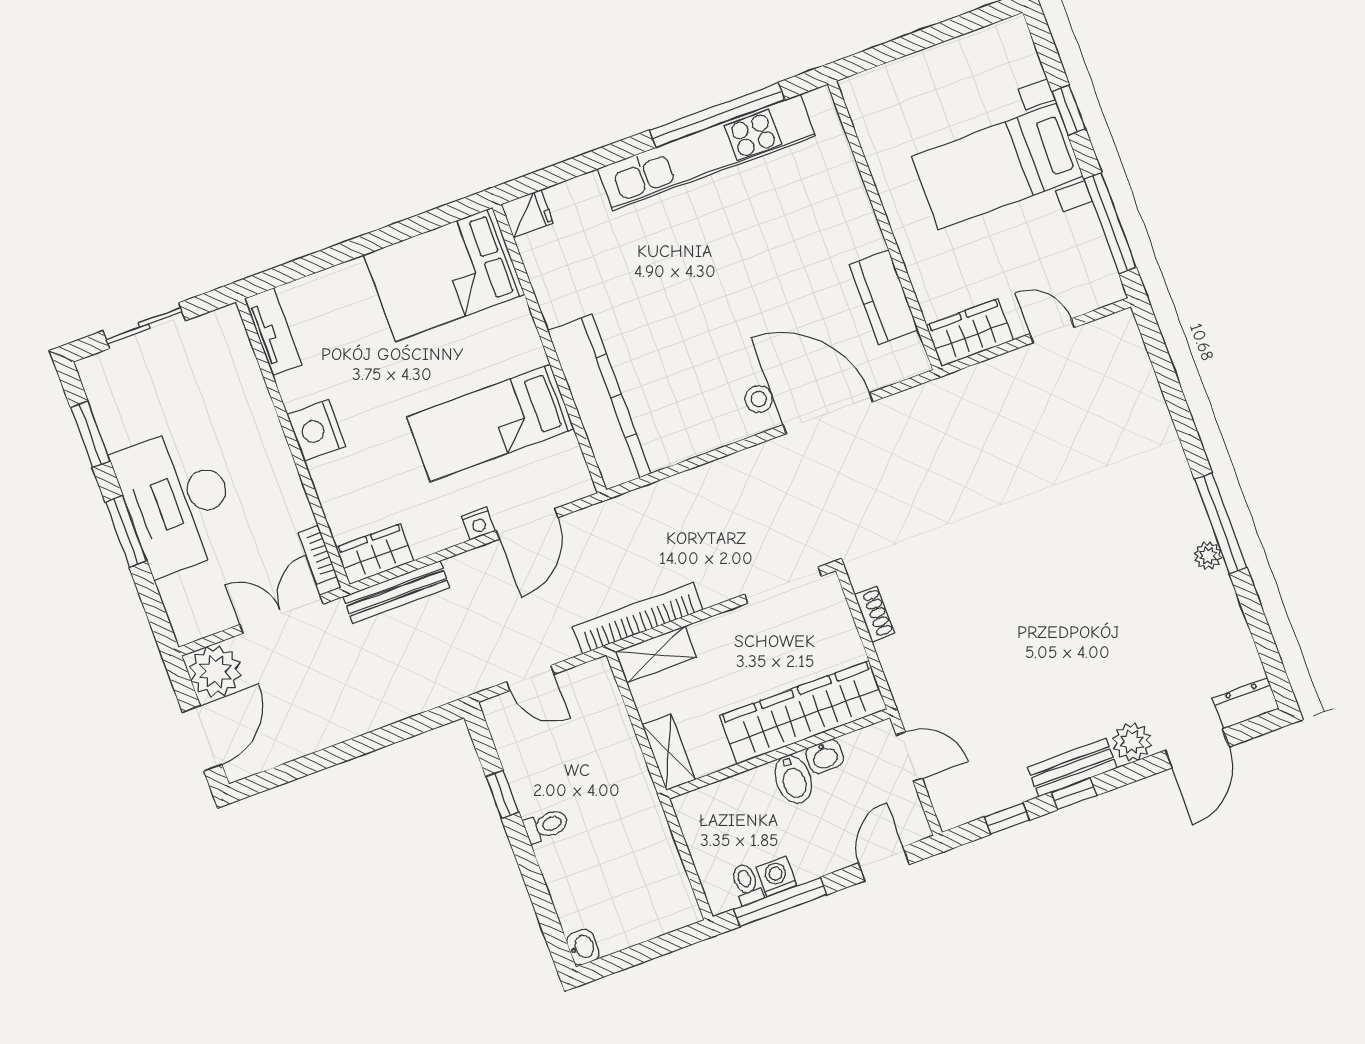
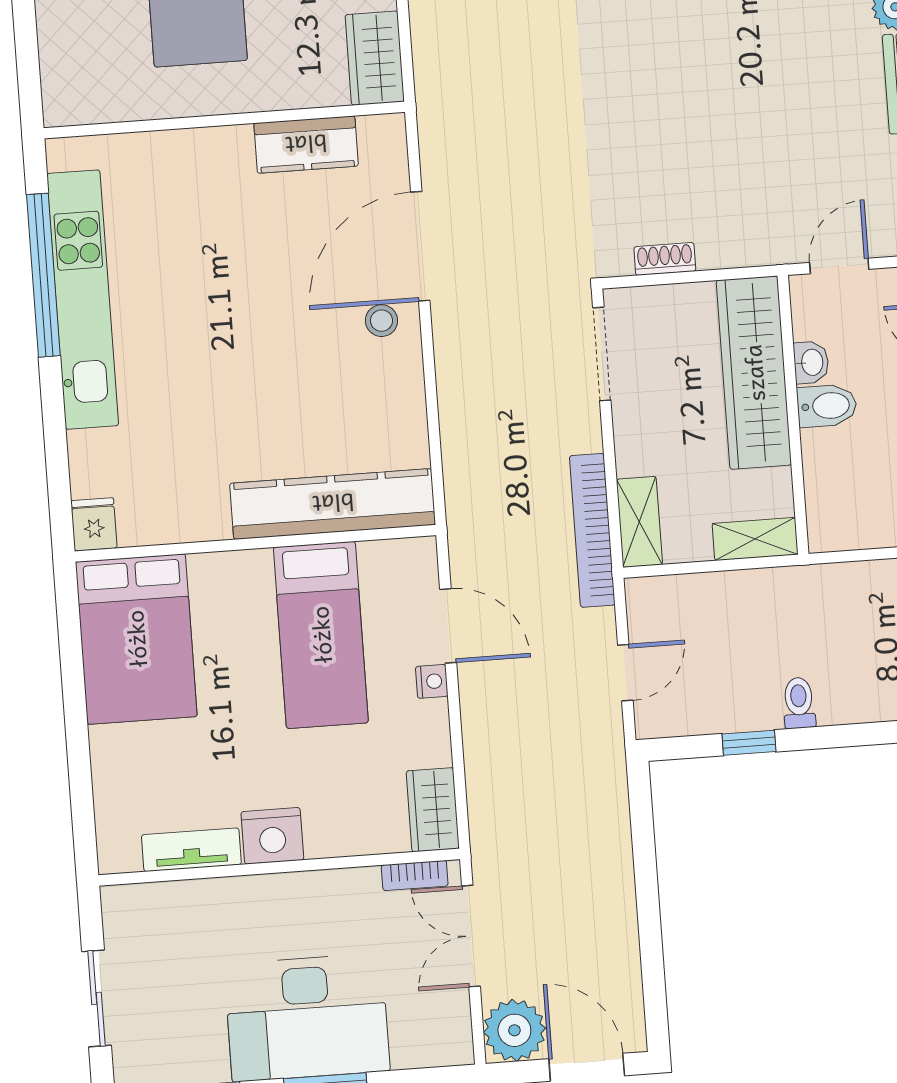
tv unit: (273, 332) -> (191, 850), moved
bench: (396, 592) -> (483, 798), removed

